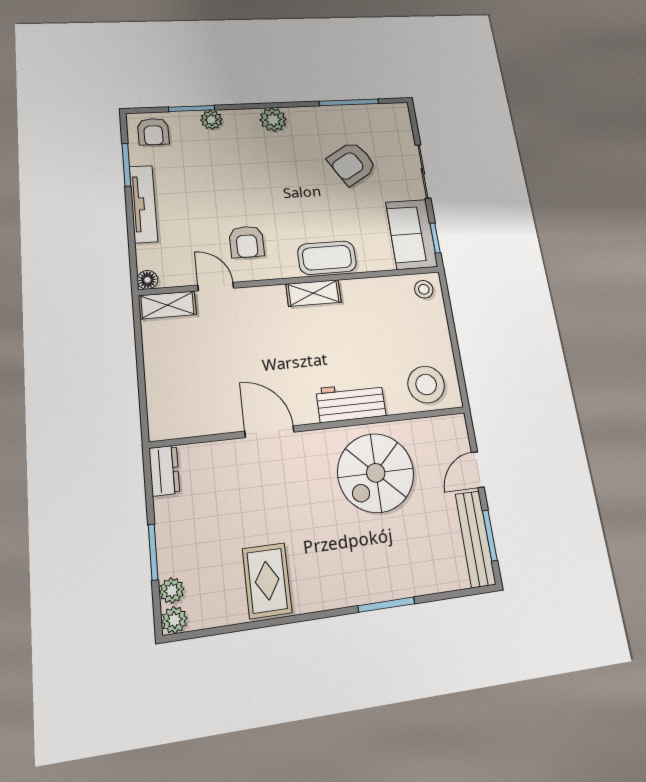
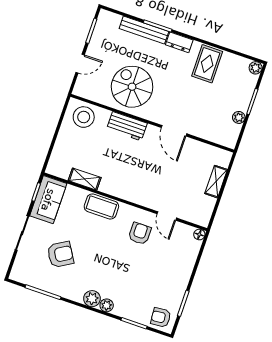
plant: (211, 120) -> (107, 305), moved
armchair: (153, 132) -> (161, 317), turned -95
tv unit: (143, 204) -> (184, 277), removed
stool: (424, 289) -> (58, 167), removed
shelving: (314, 293) -> (85, 179), moved
shelving: (167, 305) -> (216, 182), moved, turned 90
dresser: (164, 471) -> (179, 42), moved, turned -90
spiral stairs: (376, 473) -> (132, 87), turned -90
bench: (475, 539) -> (144, 30), moved, turned 90
plant: (172, 590) -> (239, 117), moved

